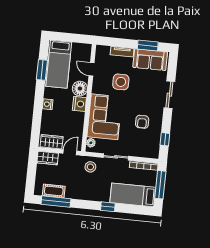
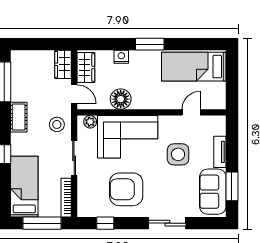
window: (42, 70) -> (150, 44), moved
floor lamp: (80, 89) -> (121, 99), moved
nightstand: (48, 104) -> (121, 57), moved
nightstand: (79, 104) -> (142, 101), removed
armchair: (142, 122) -> (126, 189), width x1.88, depth x1.88
cot: (54, 191) -> (19, 117), moved

